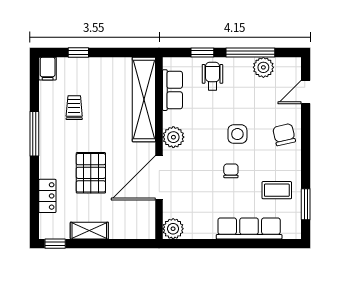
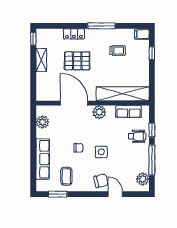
plant: (263, 67) -> (143, 179), moved
door: (306, 92) -> (115, 194), moved
locker: (47, 196) -> (74, 34), moved
plant: (173, 229) -> (42, 122), moved

